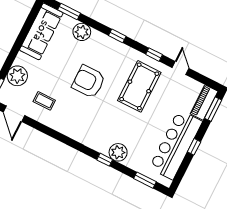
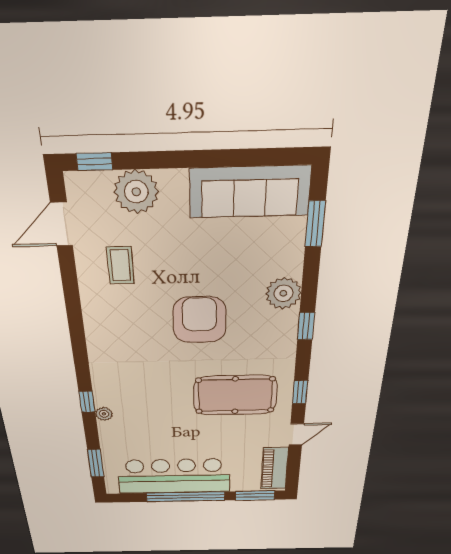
plant: (82, 32) -> (283, 293), moved
piano: (204, 103) -> (275, 468), moved, turned -90
window: (194, 147) -> (186, 497), width x3.17
plant: (118, 152) -> (104, 414), width x0.53, depth x0.53

